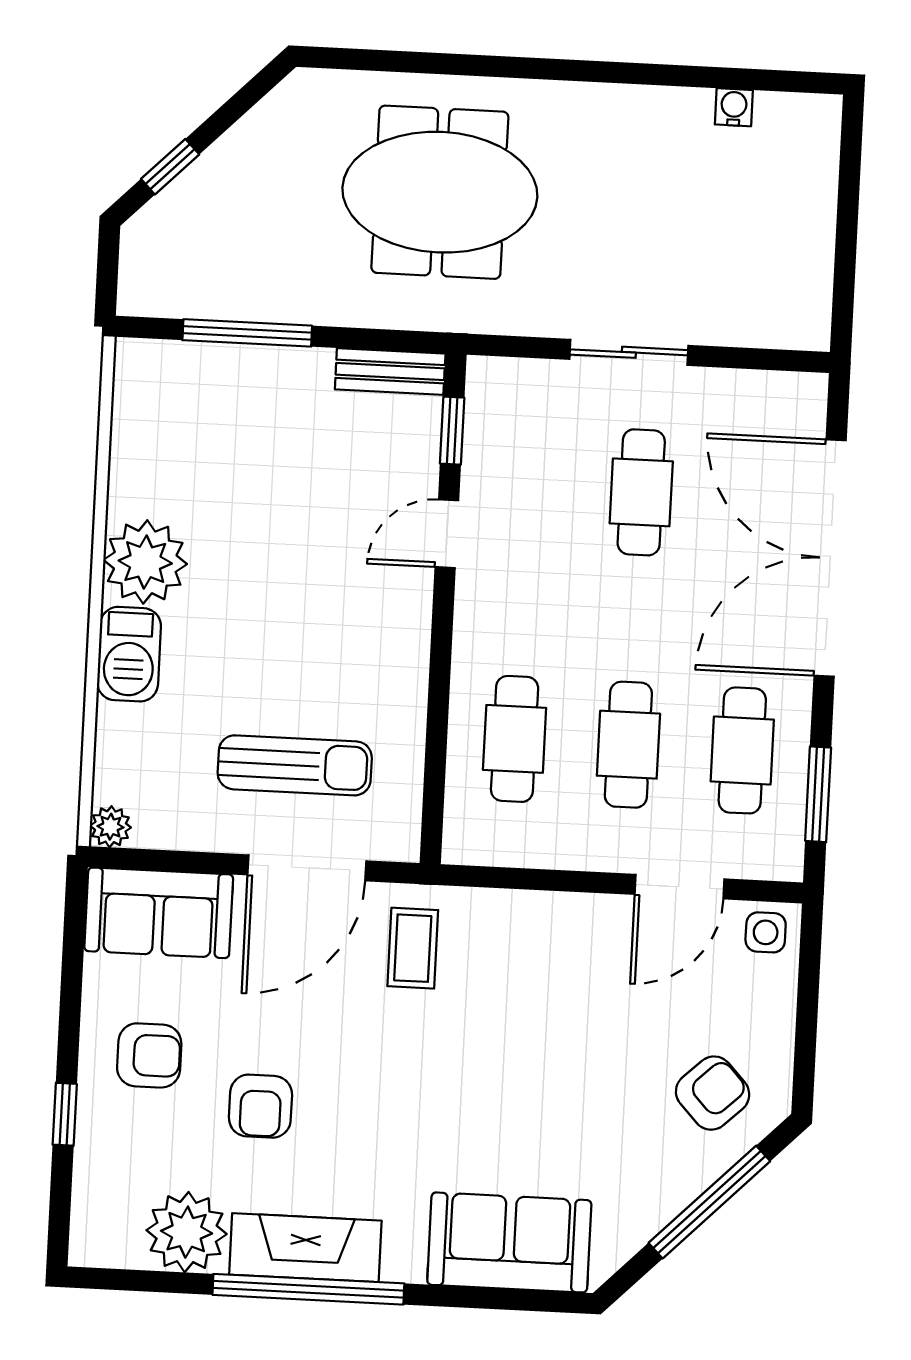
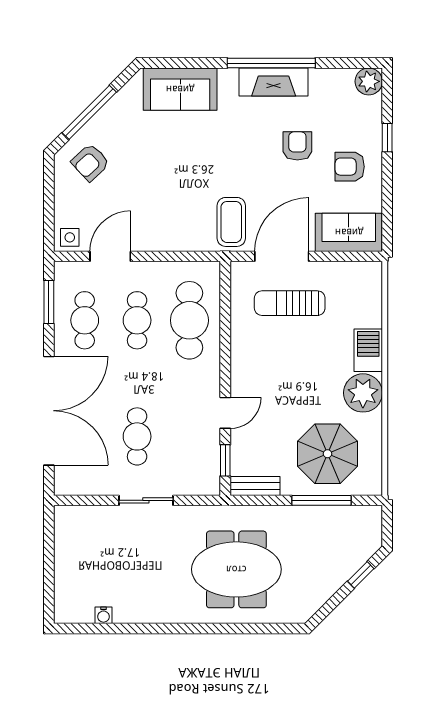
parasol: (229, 434) -> (327, 454), added
cafe table: (515, 739) -> (189, 320), width x1.37, depth x1.35
plant: (110, 827) -> (373, 271), removed
coffee table: (413, 948) -> (231, 222), width x1.36, depth x1.30
plant: (187, 1232) -> (369, 81), moved, width x0.73, depth x0.73

